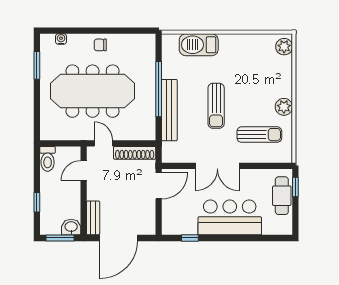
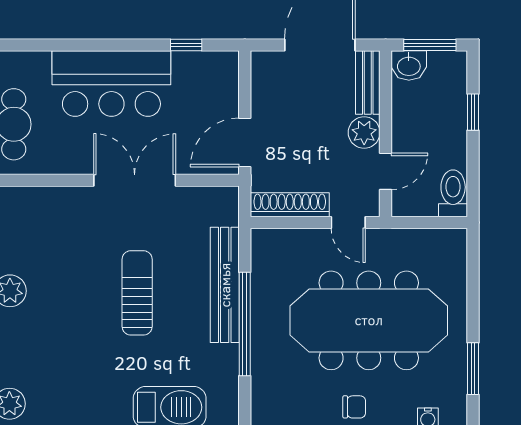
sun lounger: (259, 135) -> (56, 239), removed
plant: (95, 191) -> (364, 133), added

